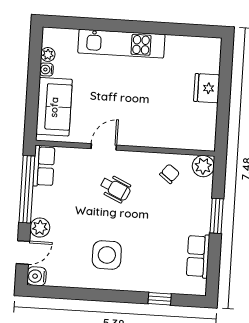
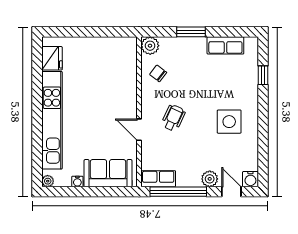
kitchen unit: (121, 44) -> (52, 120), width x1.36
plant: (48, 54) -> (48, 181), moved
fridge: (207, 88) -> (52, 58), moved, turned -90

